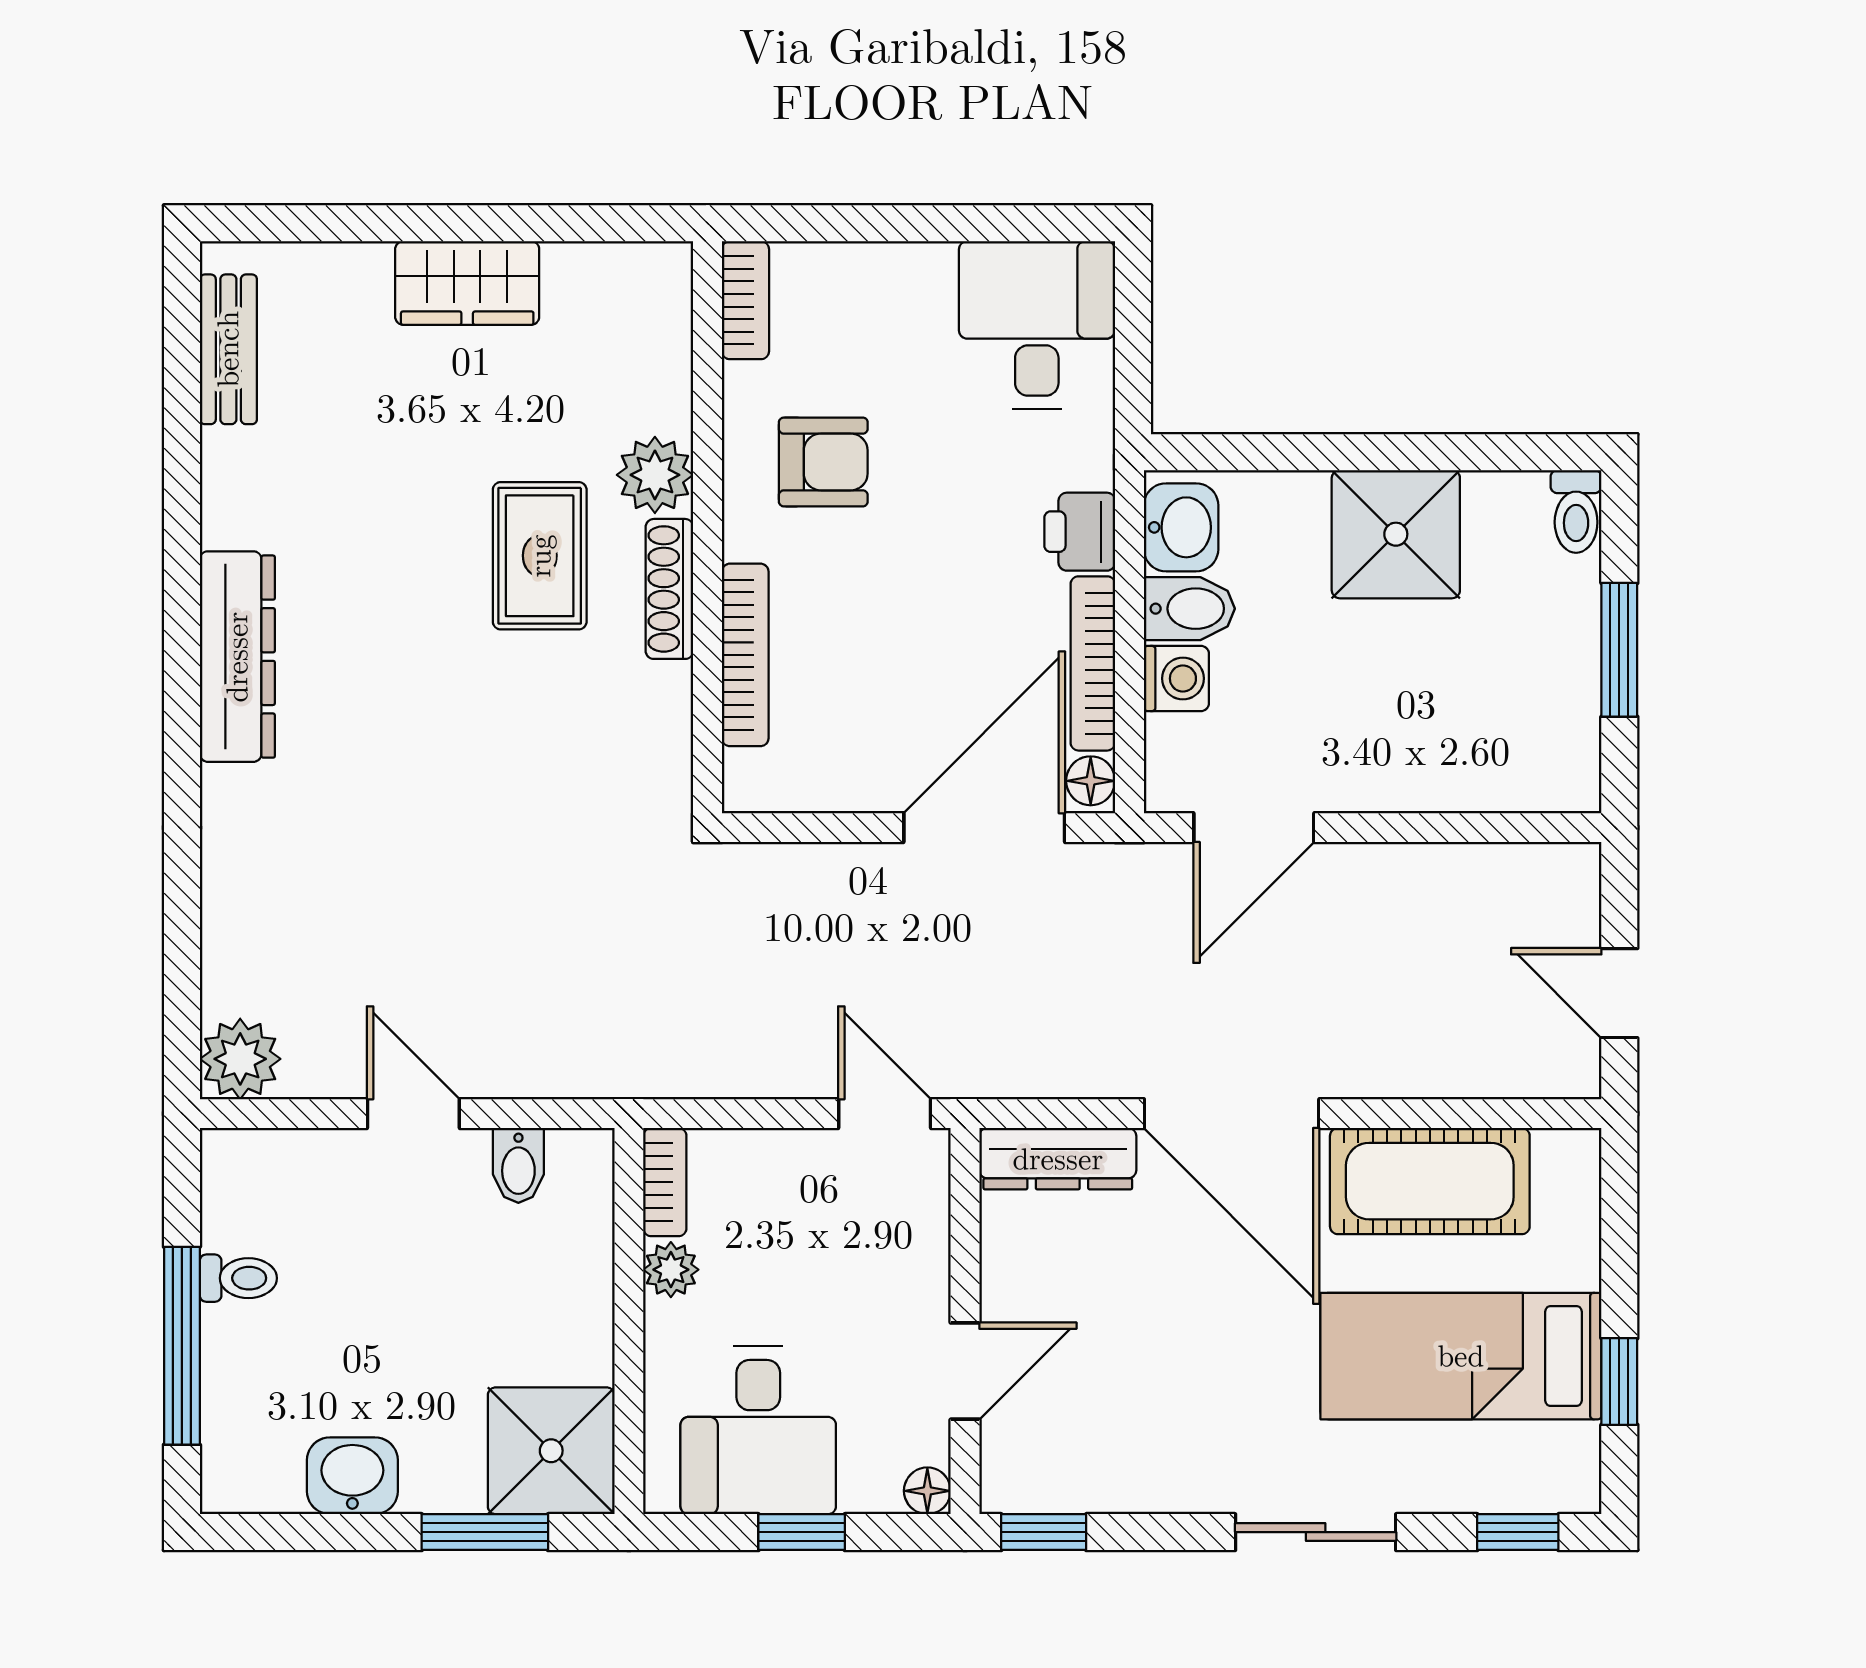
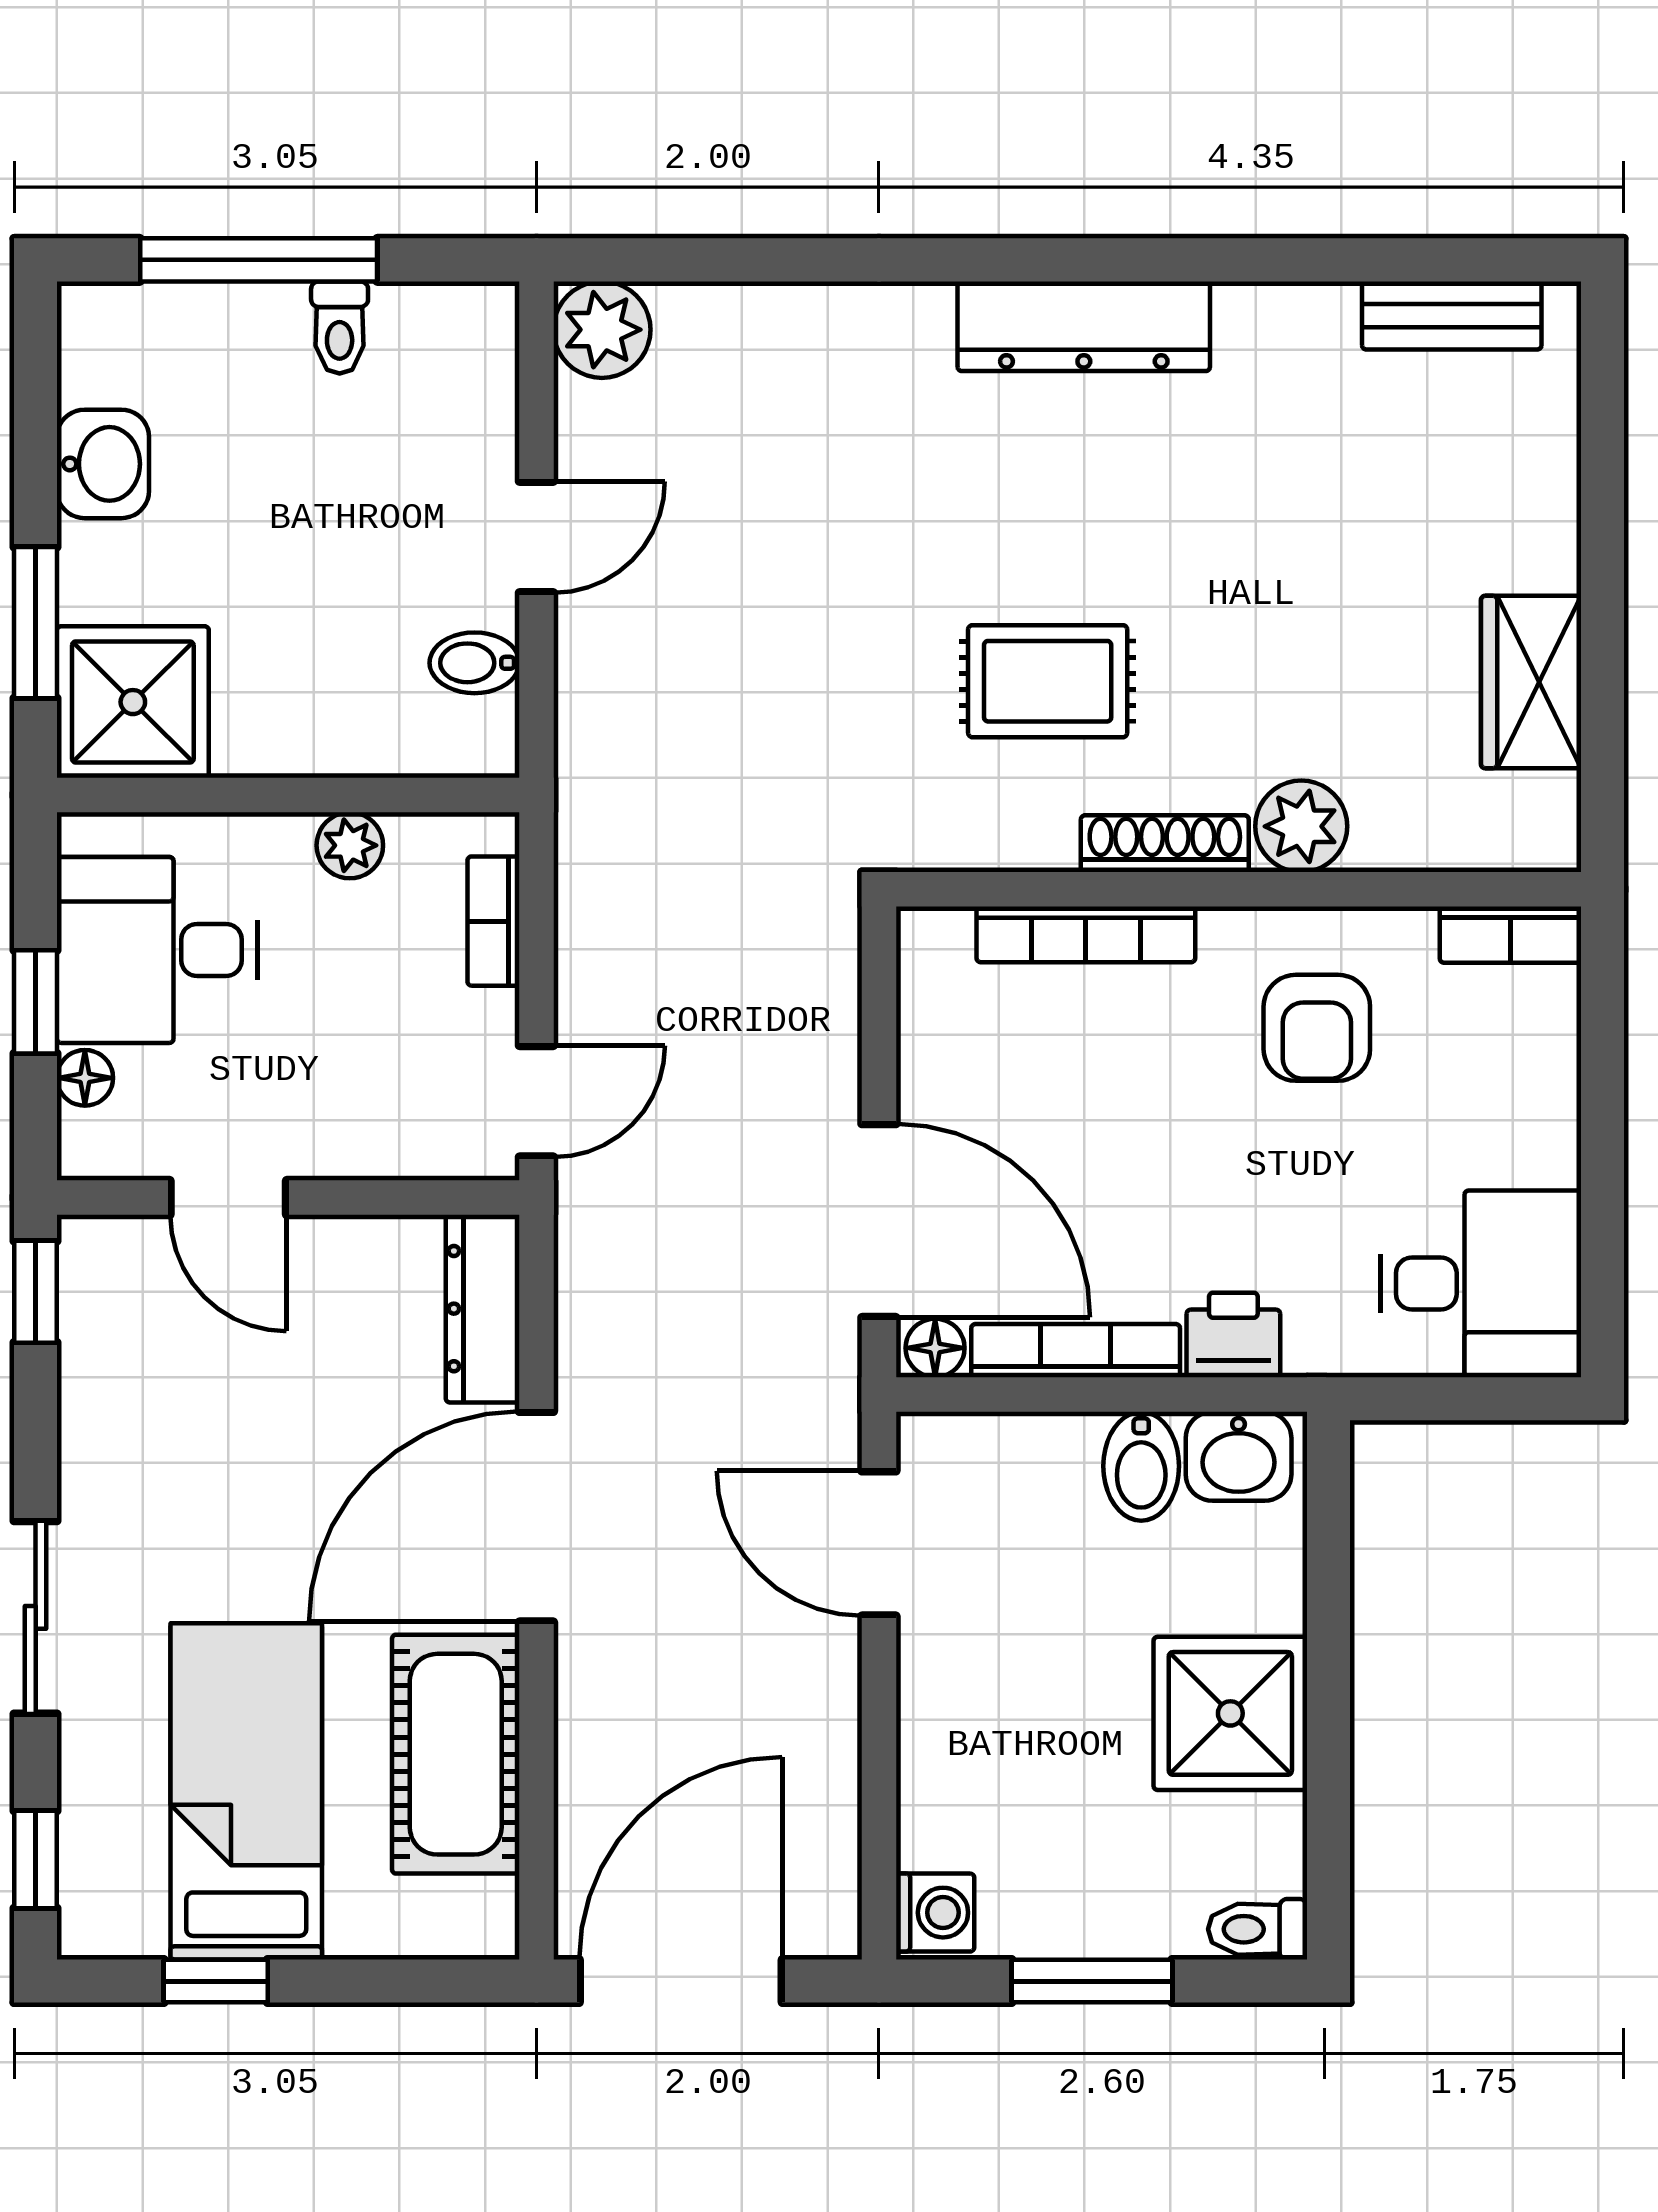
wardrobe: (467, 283) -> (1531, 682), moved
rug: (540, 556) -> (1048, 681), moved
washing machine: (1176, 678) -> (935, 1913), moved, turned -90
door: (1619, 993) -> (681, 1981), width x1.88
bookcase: (665, 1182) -> (493, 921), moved, turned 90
floor lamp: (927, 1491) -> (85, 1078), moved

